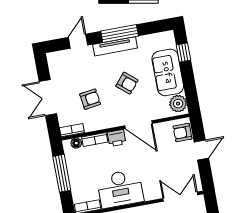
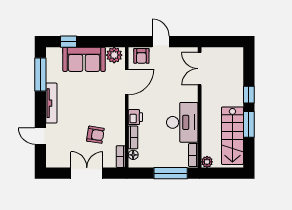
window: (120, 34) -> (40, 75), moved
armchair: (127, 83) -> (87, 98), removed
double door: (48, 98) -> (87, 173), swing flipped
armchair: (90, 99) -> (95, 135), turned 107
door: (138, 125) -> (127, 82), moved
window: (62, 173) -> (171, 173), moved

